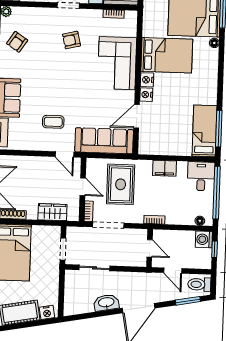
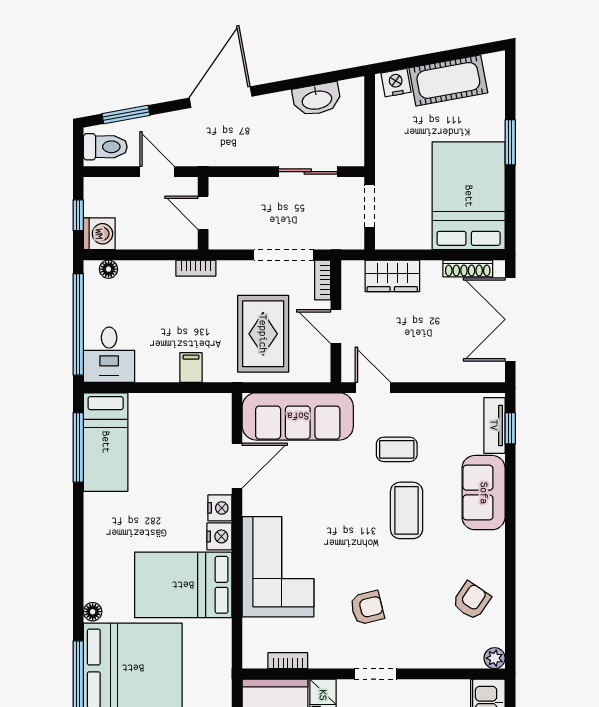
coffee table: (49, 90) -> (407, 510), added
filing cabinet: (165, 168) -> (191, 368), width x0.50
washbasin: (106, 303) -> (317, 99), moved

